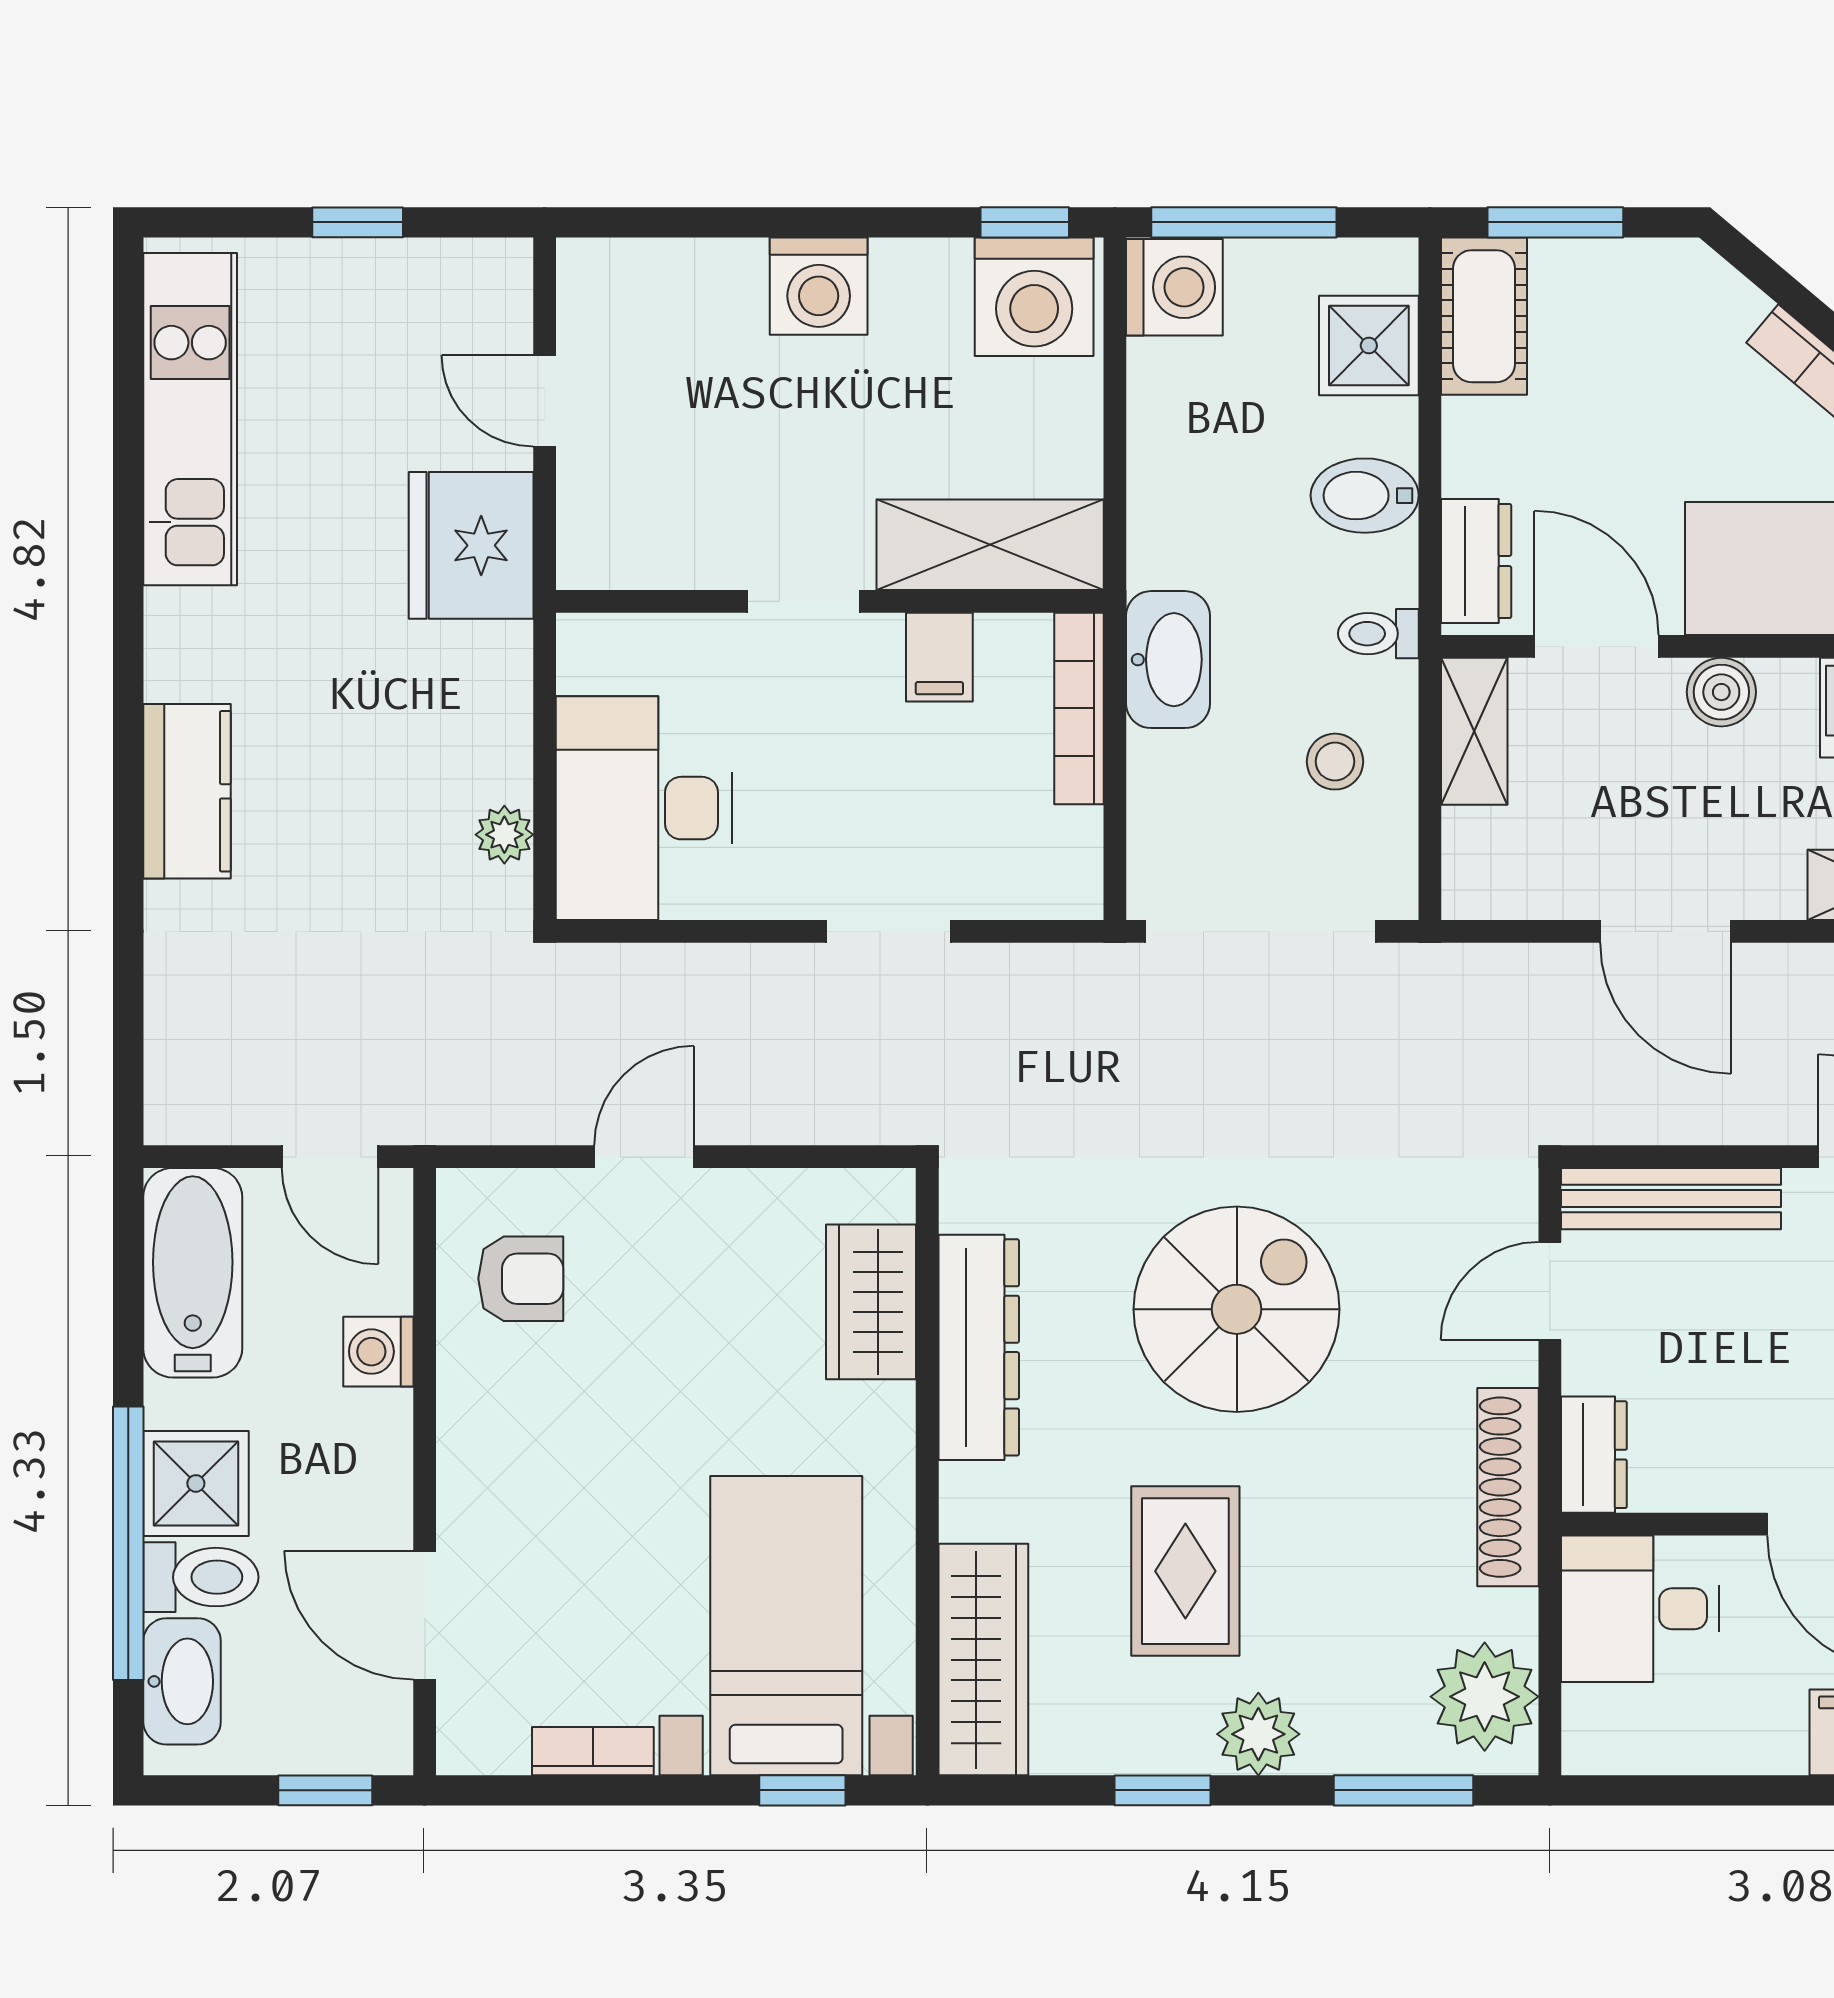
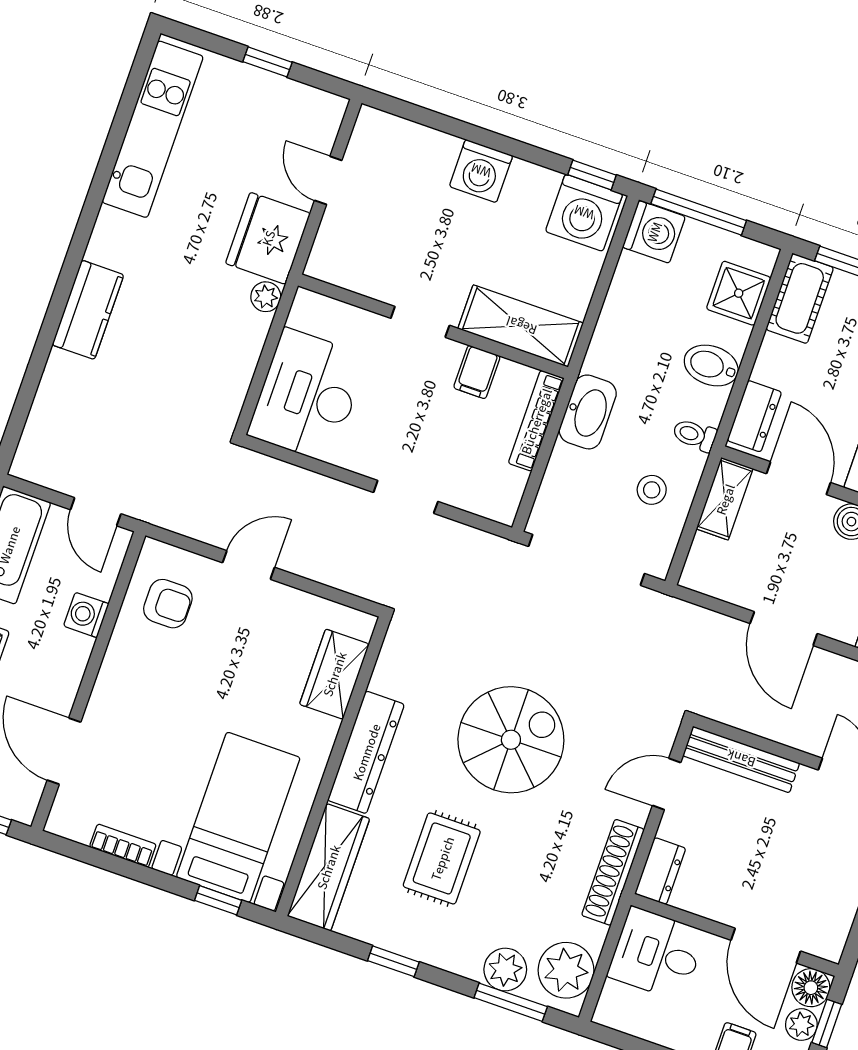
plant: (504, 835) -> (266, 297), moved
dresser: (979, 1347) -> (366, 752), moved
plant: (1258, 1734) -> (505, 970), moved

